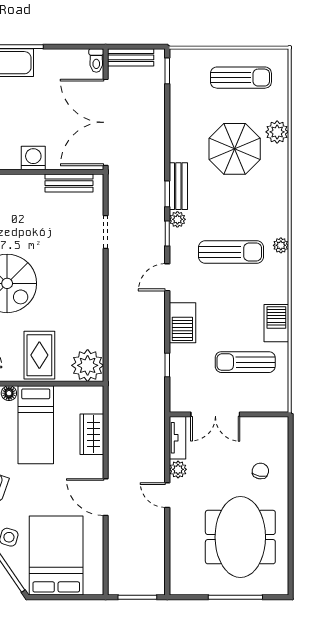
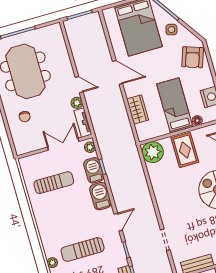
plant: (177, 219) -> (90, 147), moved
barbecue: (276, 323) -> (94, 170), moved, turned 180

